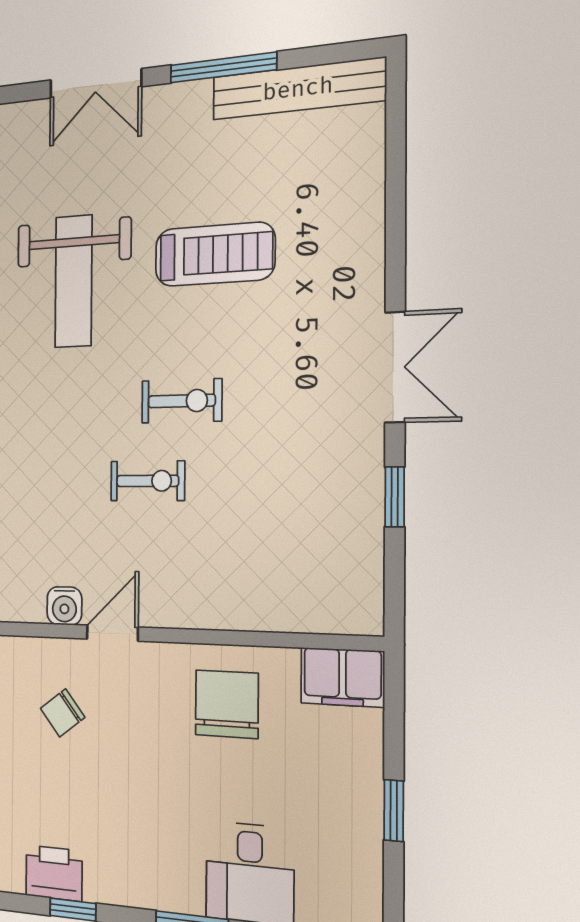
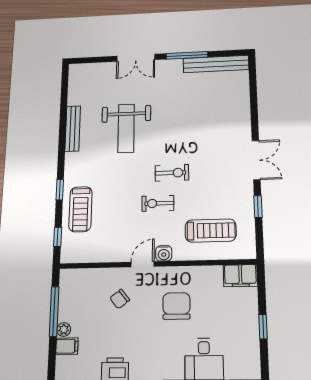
treadmill: (215, 254) -> (211, 231), moved
exercise bike: (148, 481) -> (158, 203), turned 180
water cooler: (64, 606) -> (164, 253), moved
chair: (227, 704) -> (176, 306), moved

